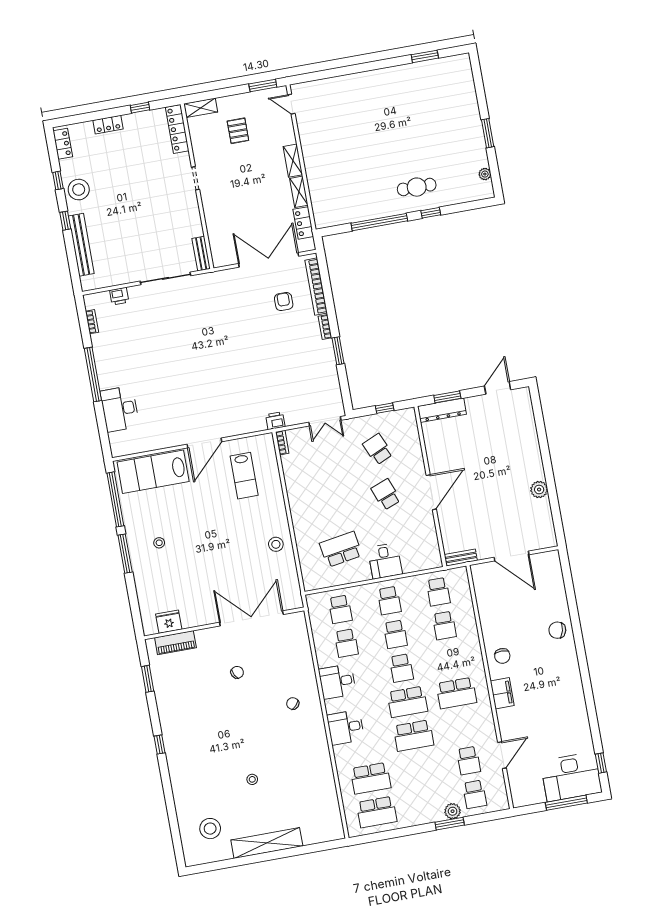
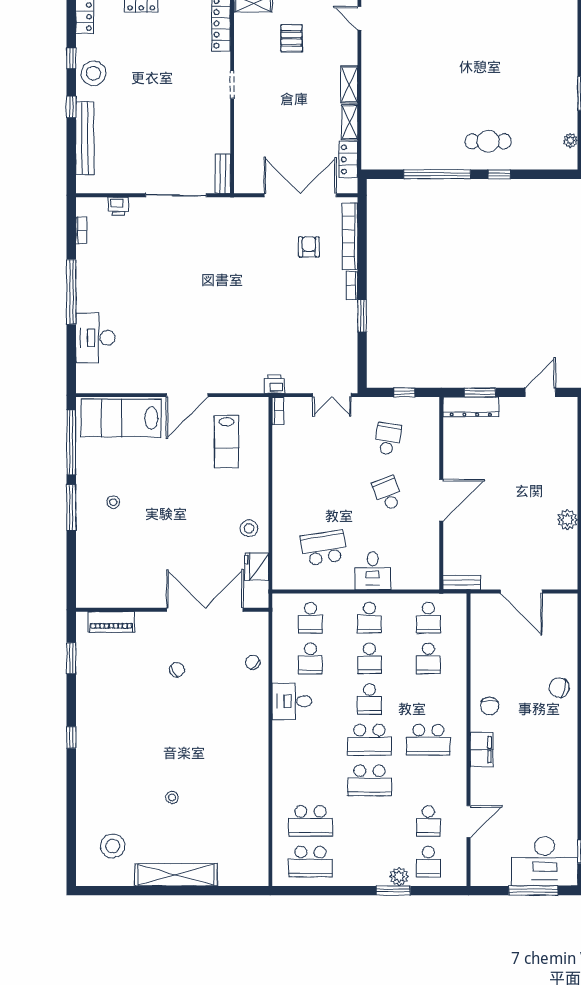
school desk: (378, 449) -> (388, 439), turned 33
fridge: (169, 622) -> (257, 567), moved, turned -90
chair: (293, 704) -> (253, 662), moved
desk: (346, 727) -> (292, 756), removed

